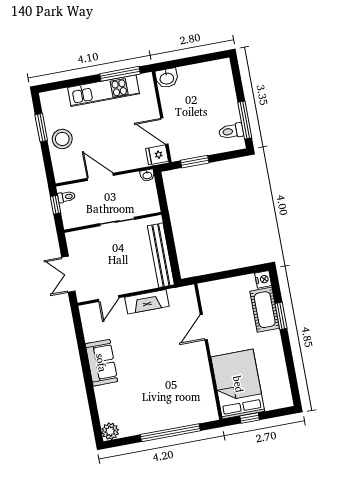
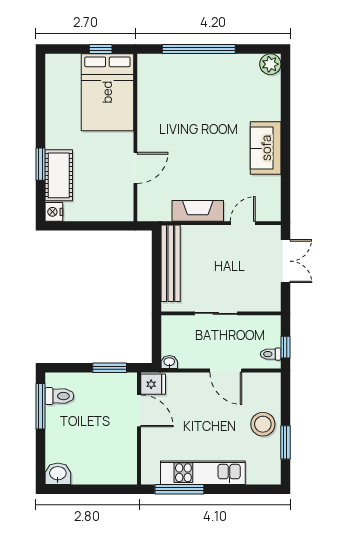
washbasin: (167, 78) -> (58, 474), moved

